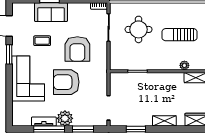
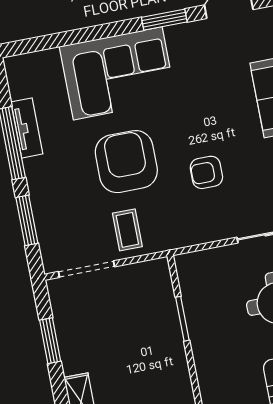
coffee table: (42, 41) -> (127, 230), moved
armchair: (77, 49) -> (206, 172), width x0.53, depth x0.53
plant: (65, 118) -> (43, 175), removed

